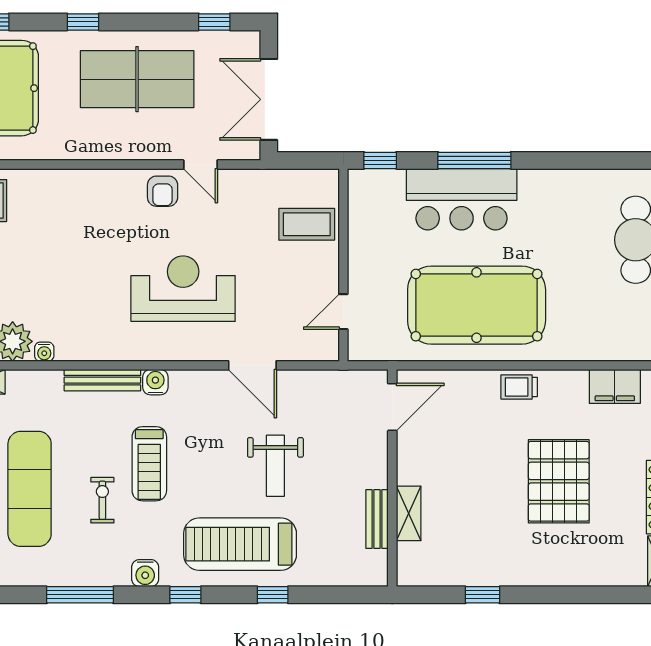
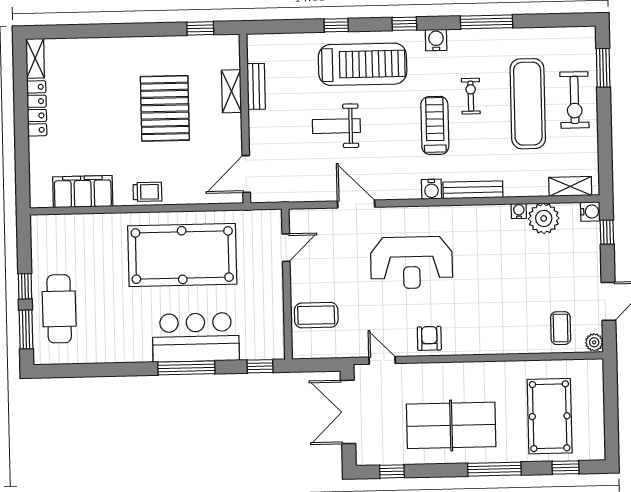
window: (83, 22) -> (494, 469), width x2.17
double door: (269, 99) -> (348, 412), swing flipped
door: (200, 164) -> (382, 360), moved
filing cabinet: (615, 386) -> (83, 192), width x1.50, depth x1.17
weight bench: (275, 466) -> (336, 126), turned -90
pallet: (559, 481) -> (165, 108), moved
exercise bike: (102, 500) -> (471, 96), turned 180
window: (483, 595) -> (200, 28), moved

